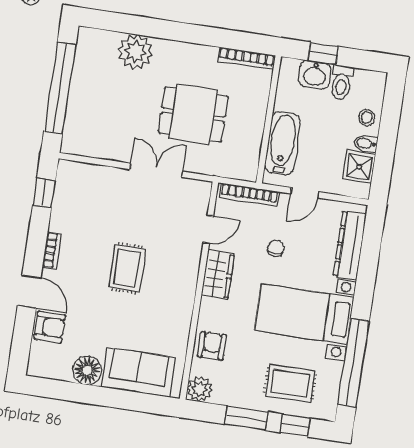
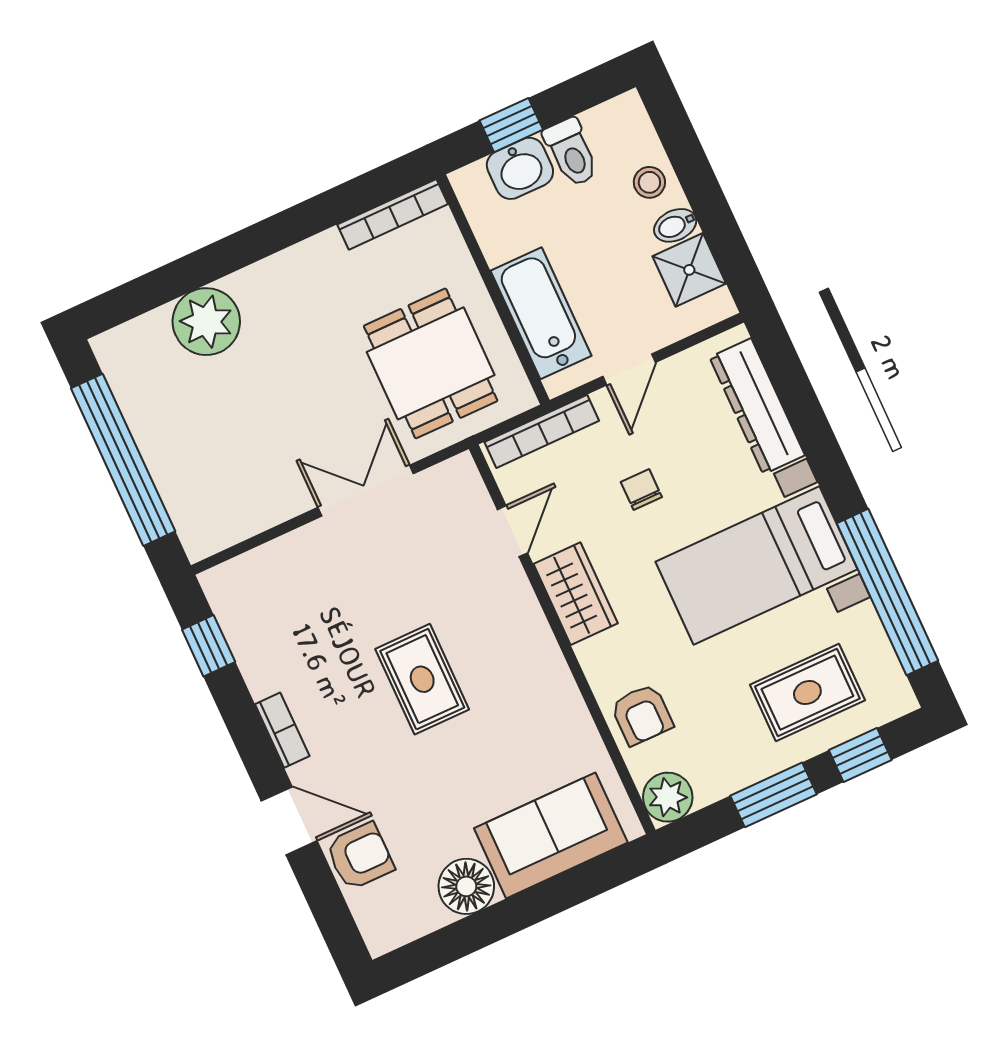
dining table: (193, 115) -> (431, 363), moved, turned 90
armchair: (212, 346) -> (642, 715), turned 180

